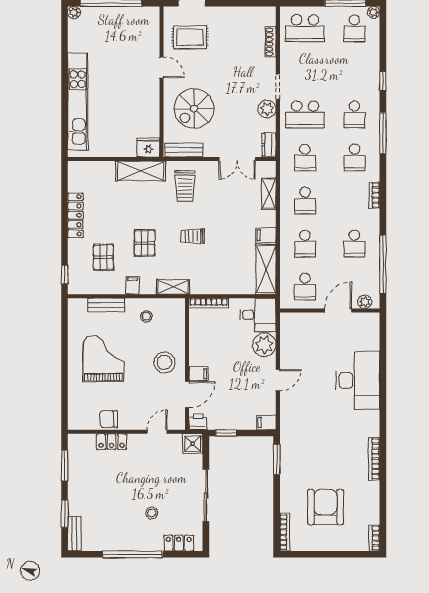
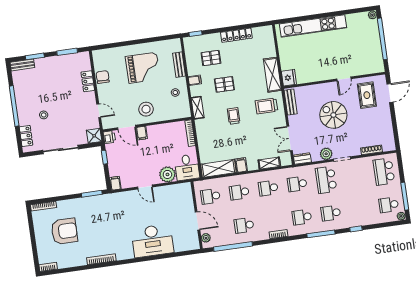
spiral stairs: (194, 109) -> (333, 115), moved

